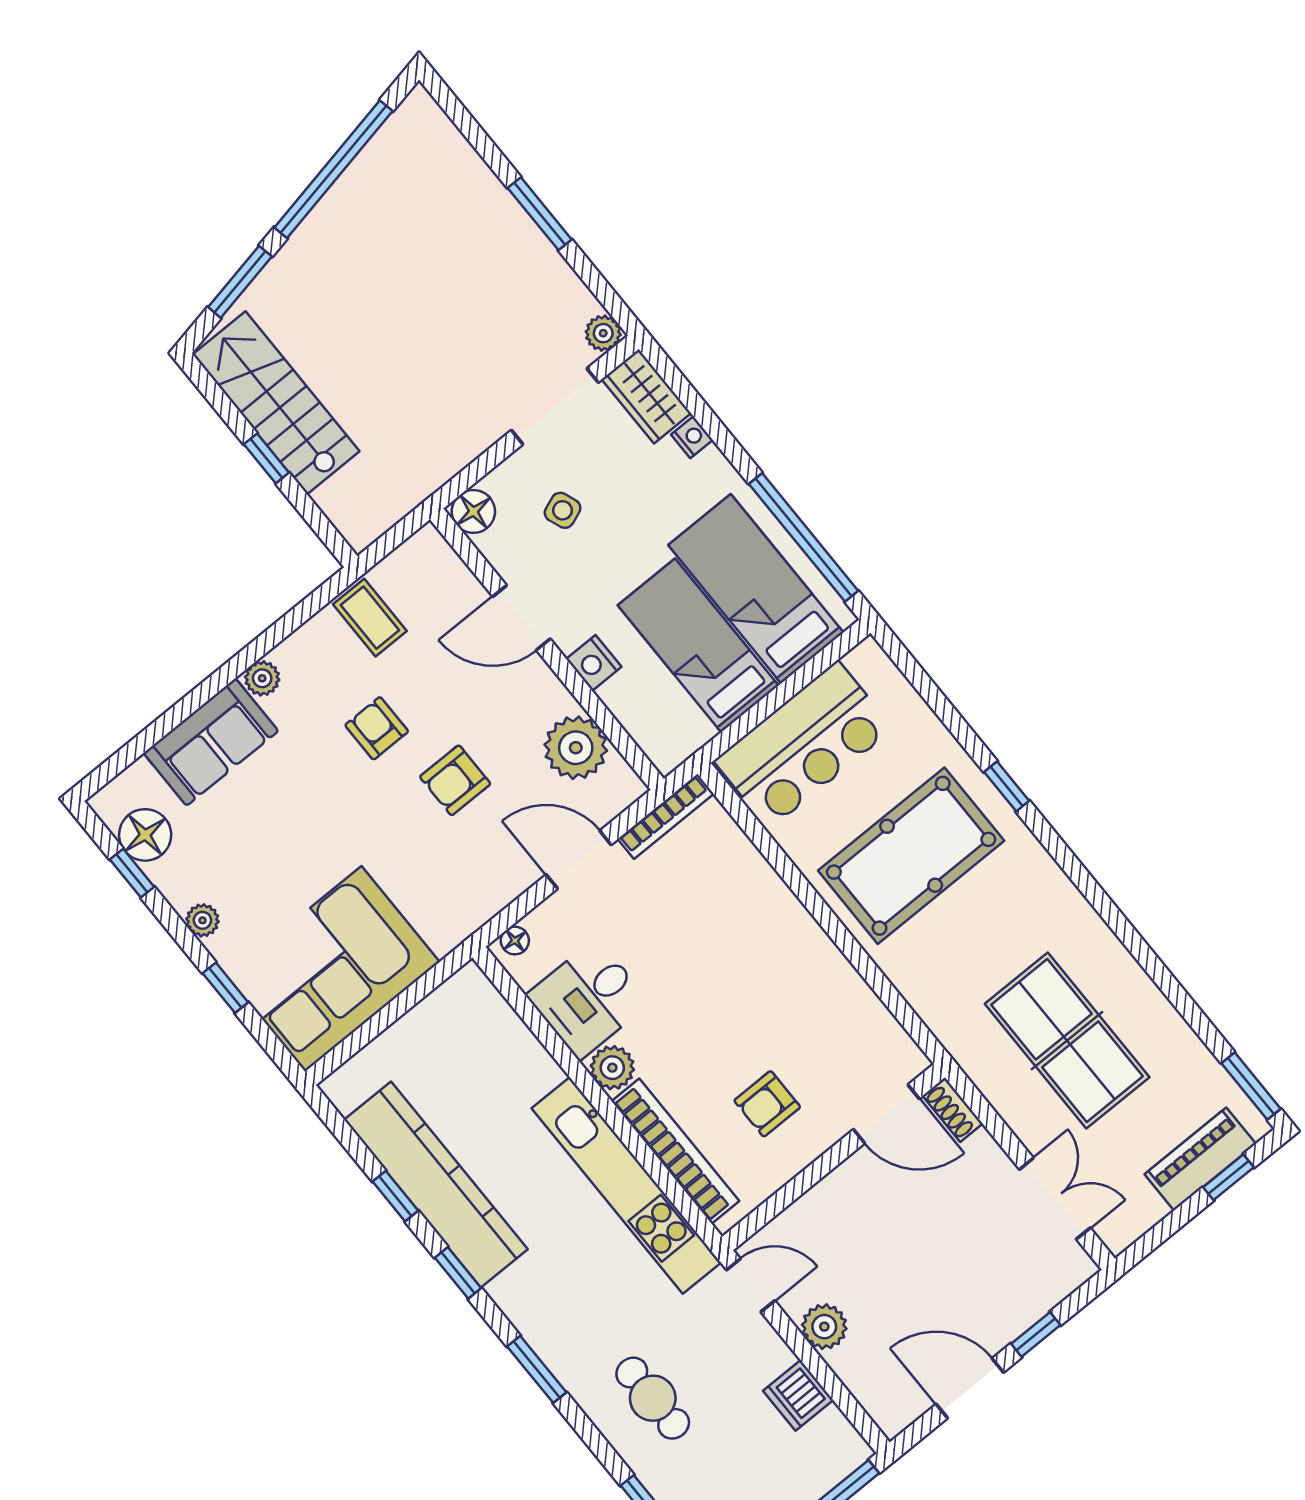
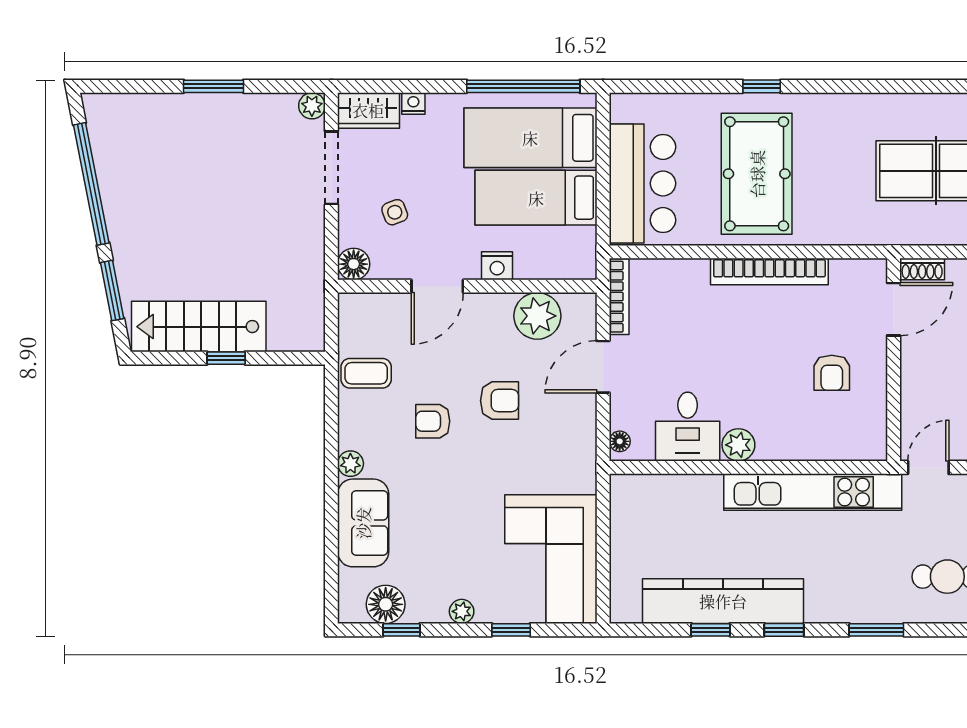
armchair: (455, 780) -> (500, 401), turned -90
bookcase: (675, 1151) -> (769, 271), moved, turned 180

